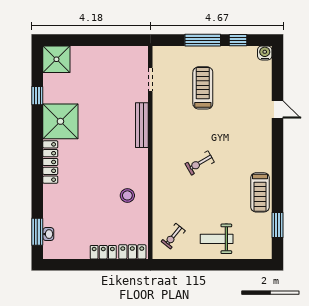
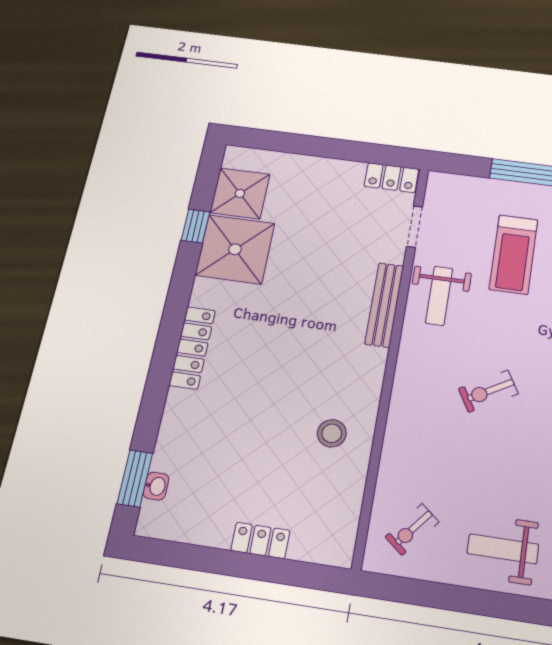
shower: (56, 59) -> (240, 193), moved
treadmill: (203, 88) -> (513, 254), turned 180
weight bench: (168, 116) -> (439, 296), added
shower: (60, 121) -> (235, 249), moved
locker: (132, 252) -> (391, 178), moved, turned 180

